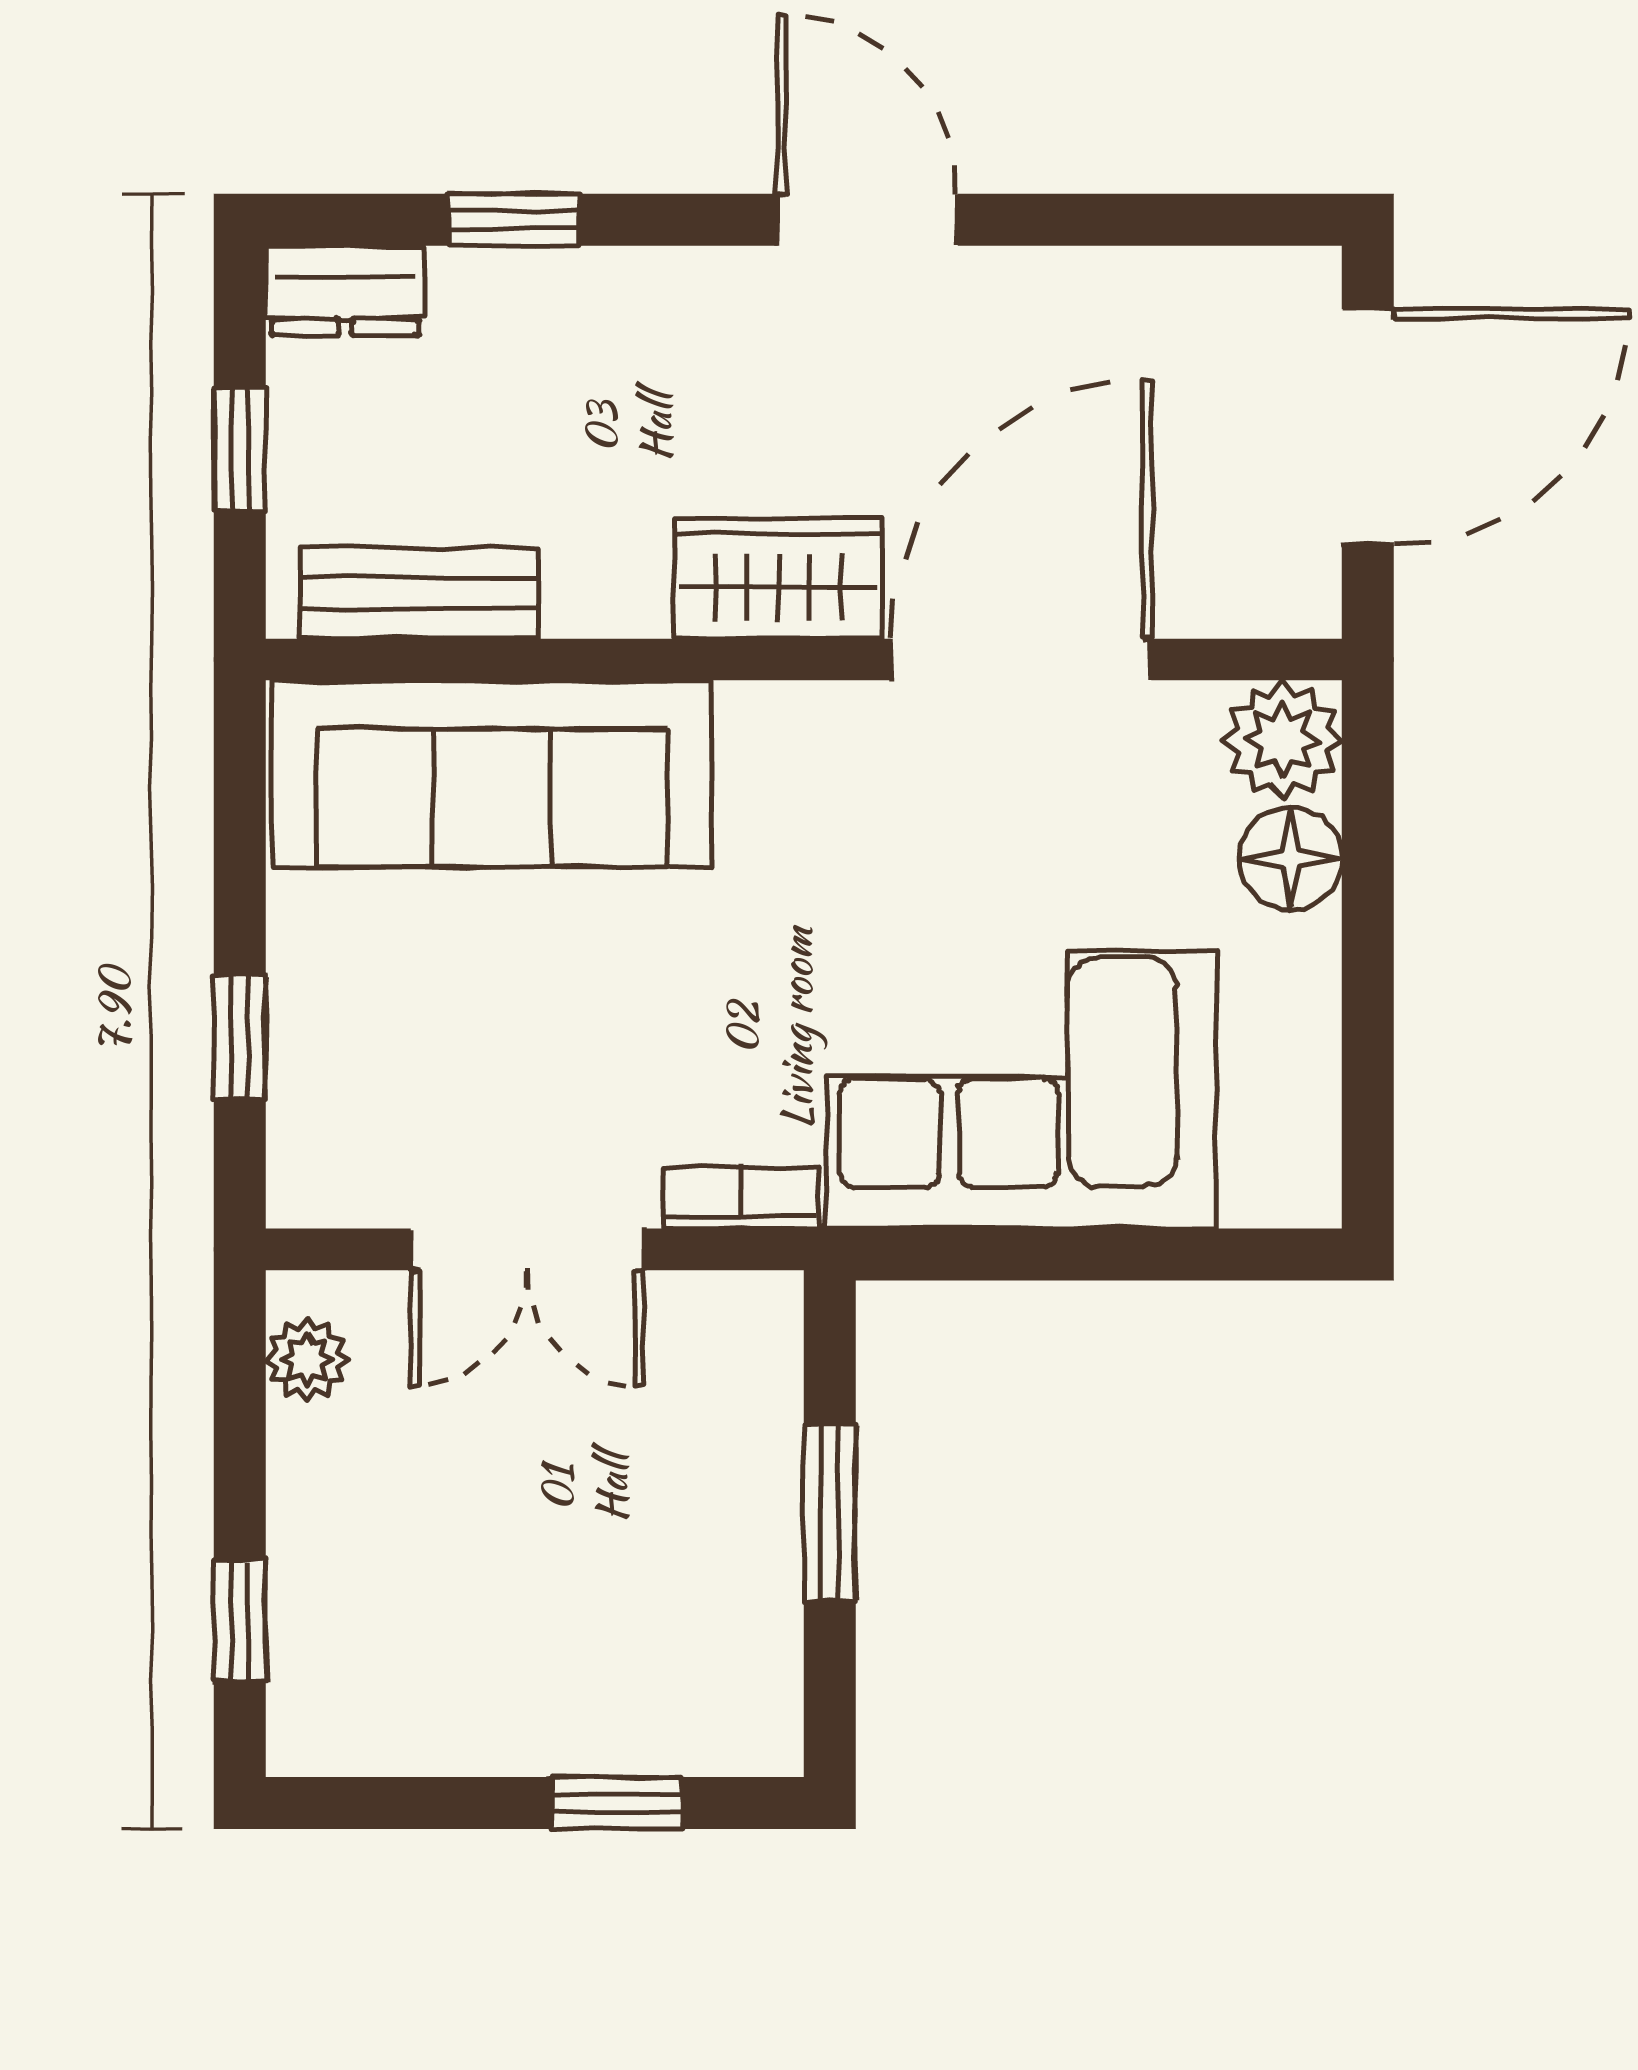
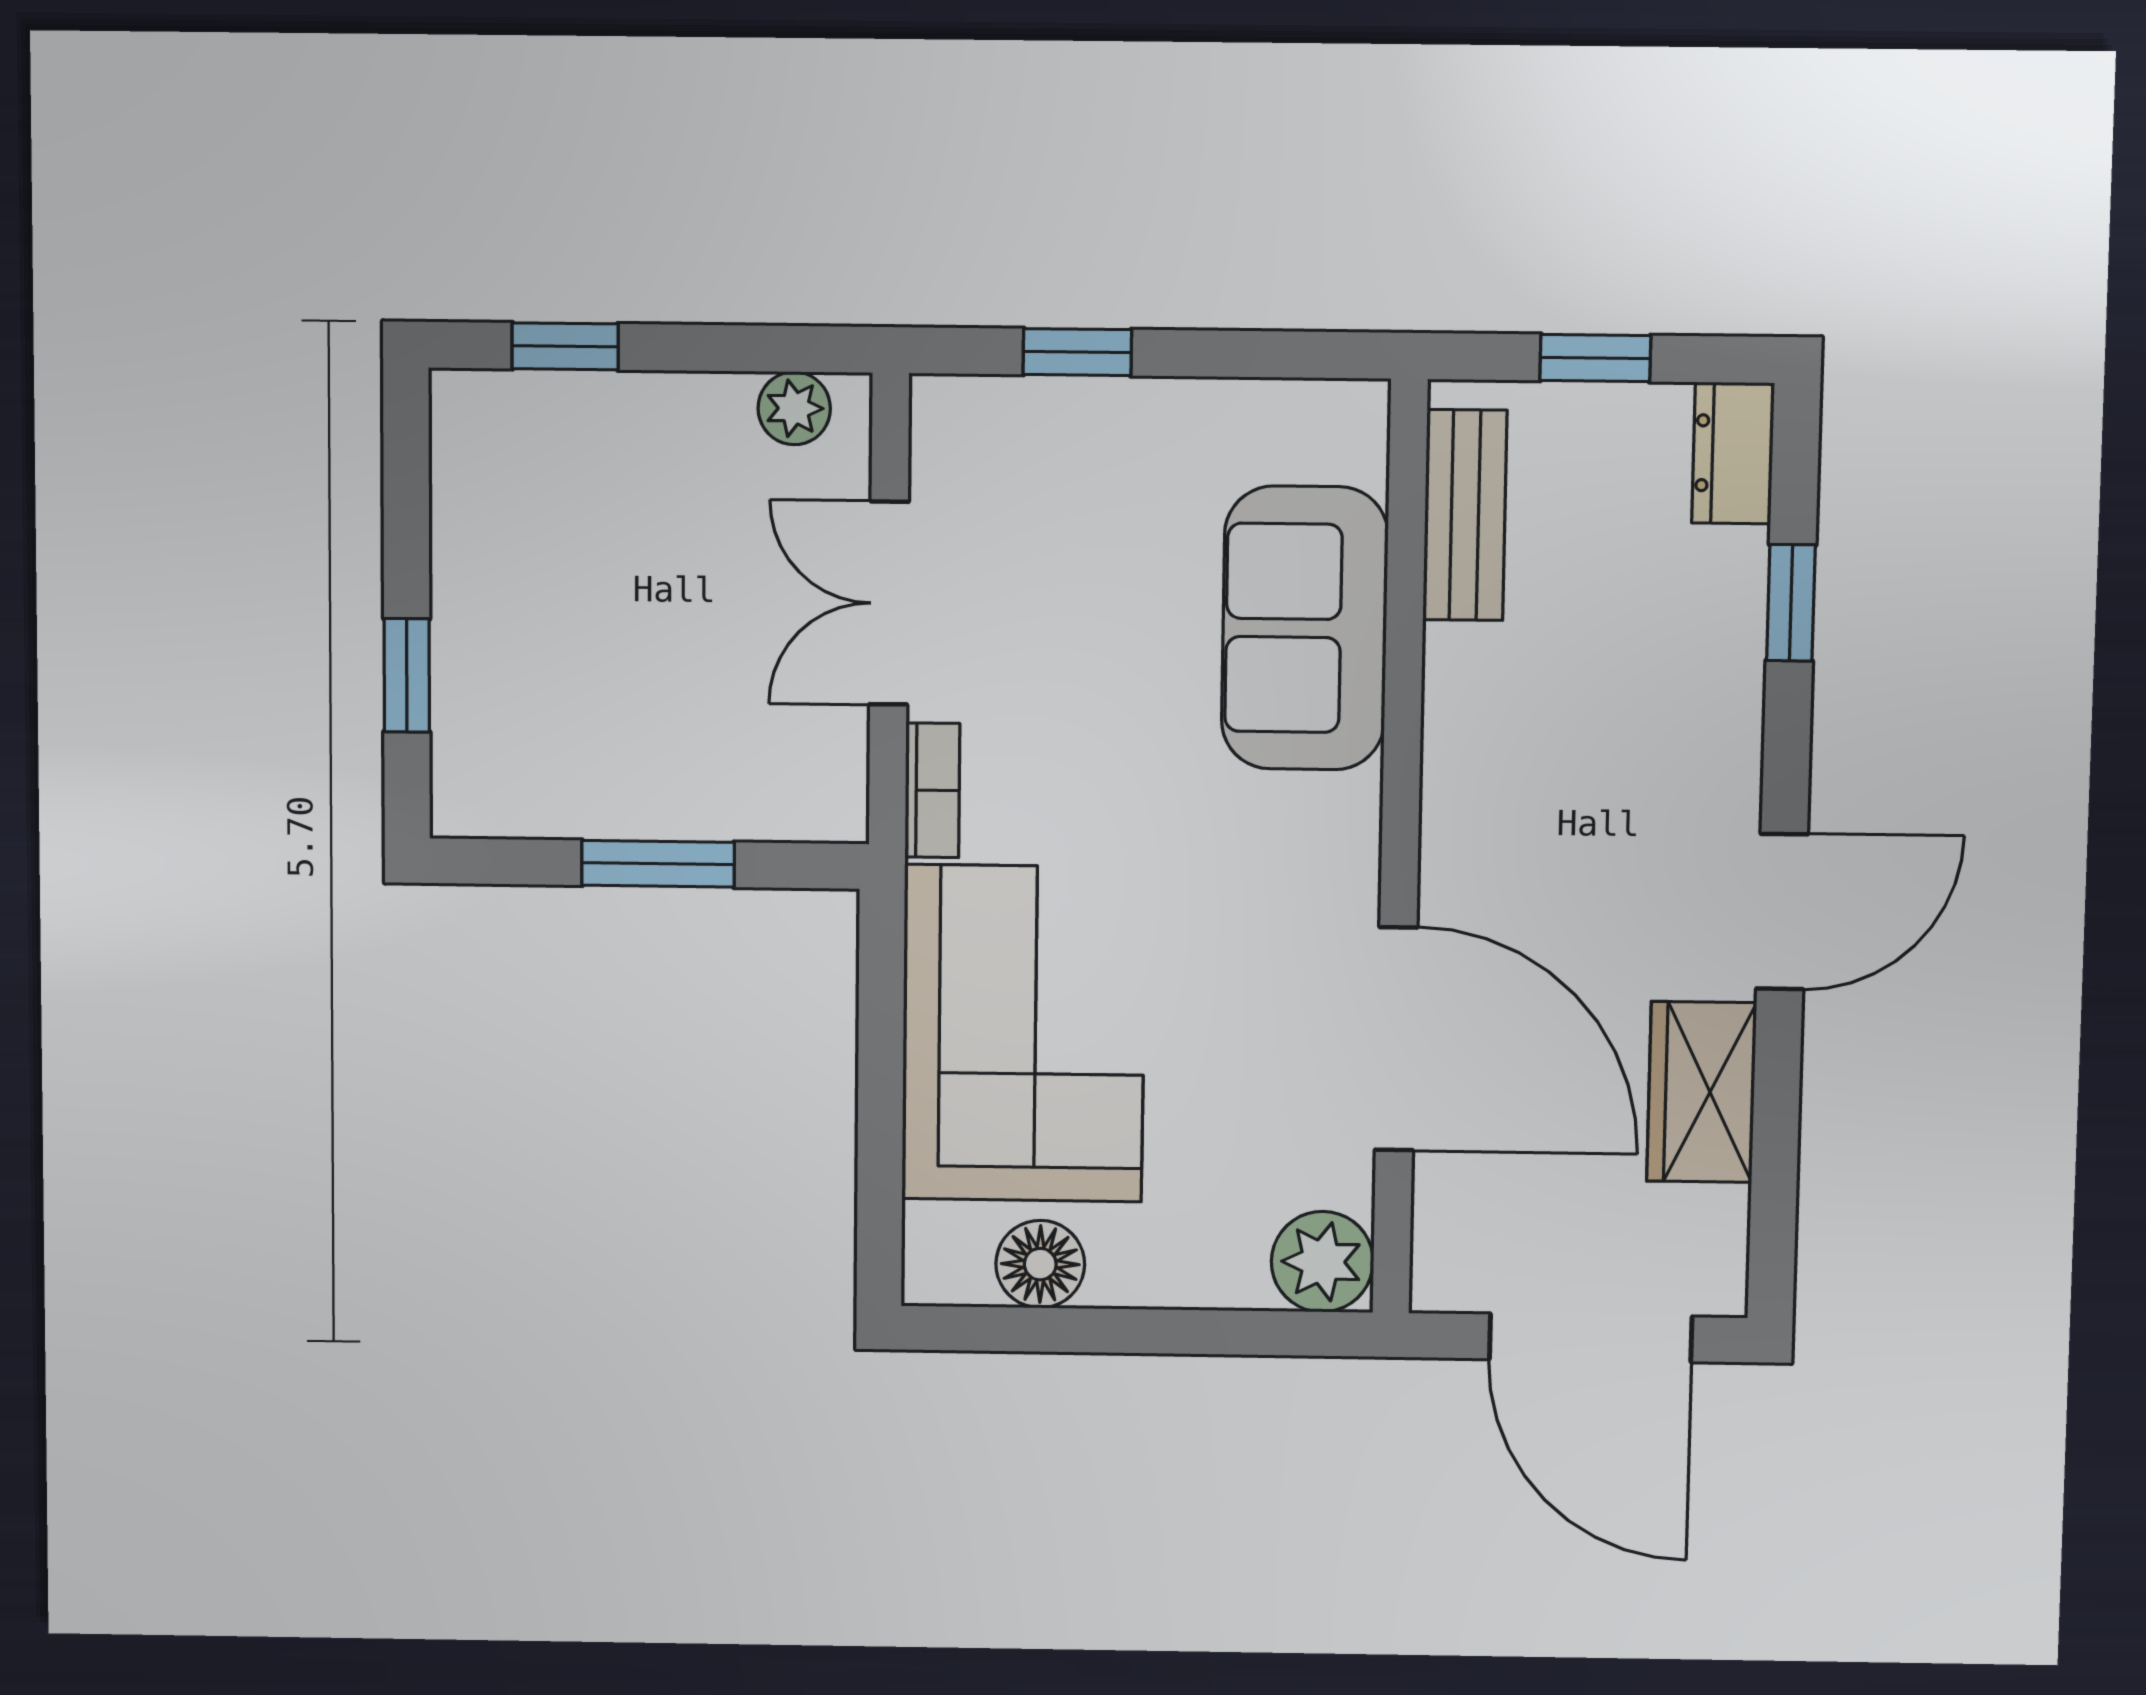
wardrobe: (778, 578) -> (1702, 1092), moved, turned 180
sofa: (492, 774) -> (1305, 628), width x0.73
floor lamp: (1290, 859) -> (1040, 1264), moved

